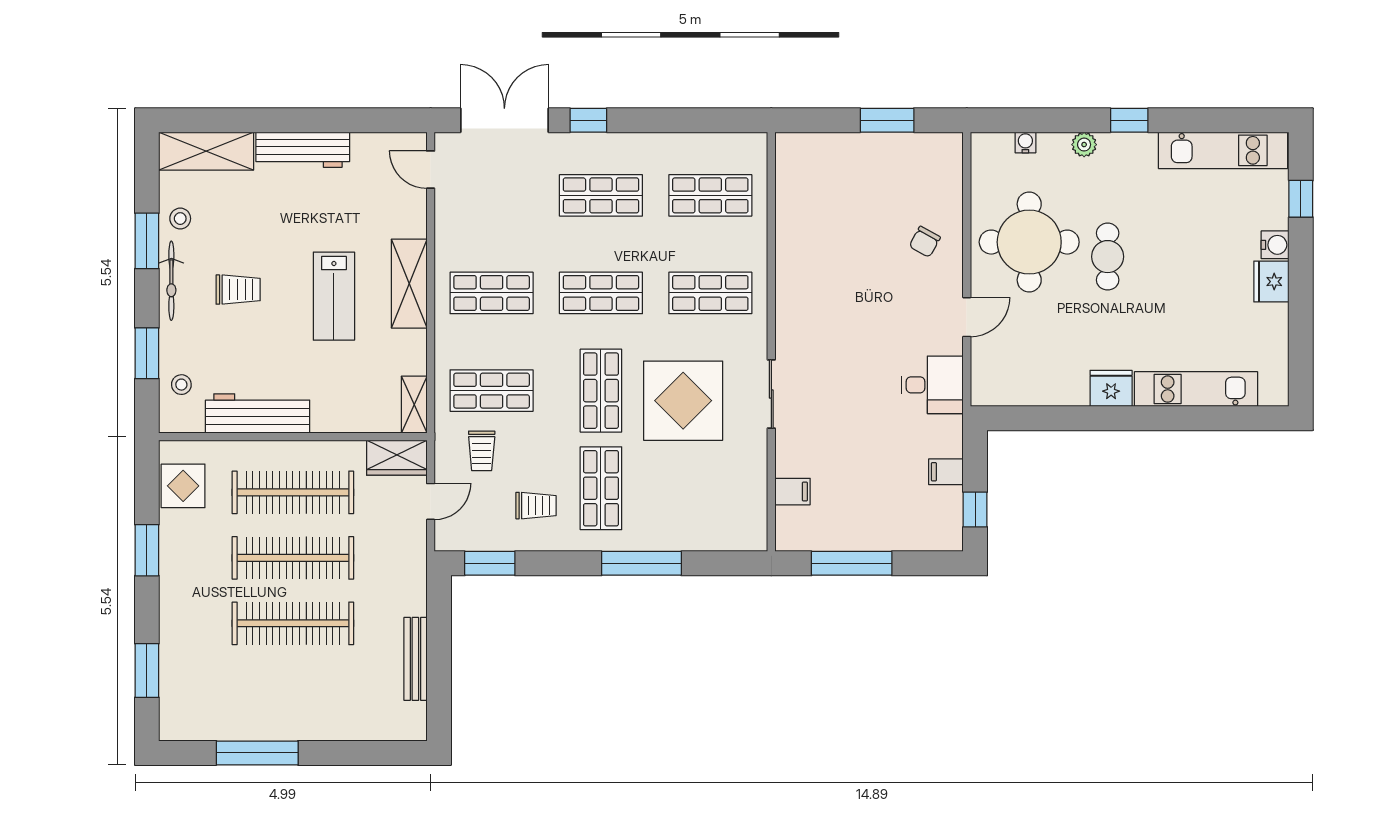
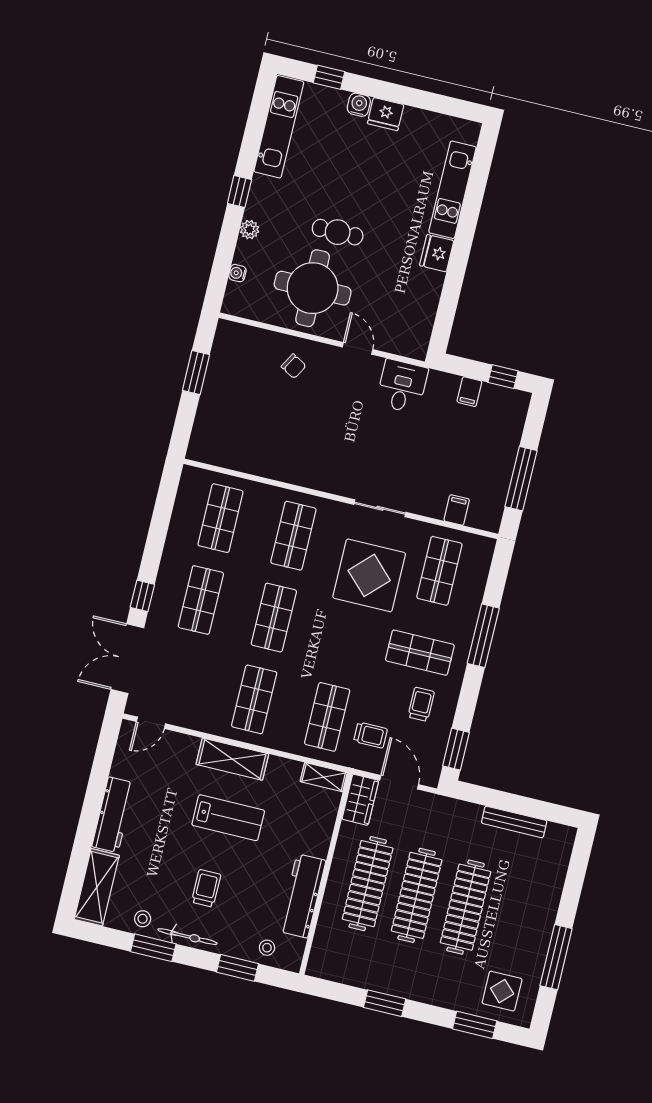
shop shelf: (601, 391) -> (439, 571), moved, turned 90
display table: (183, 486) -> (502, 991), moved
door: (431, 501) -> (399, 782), width x1.38

